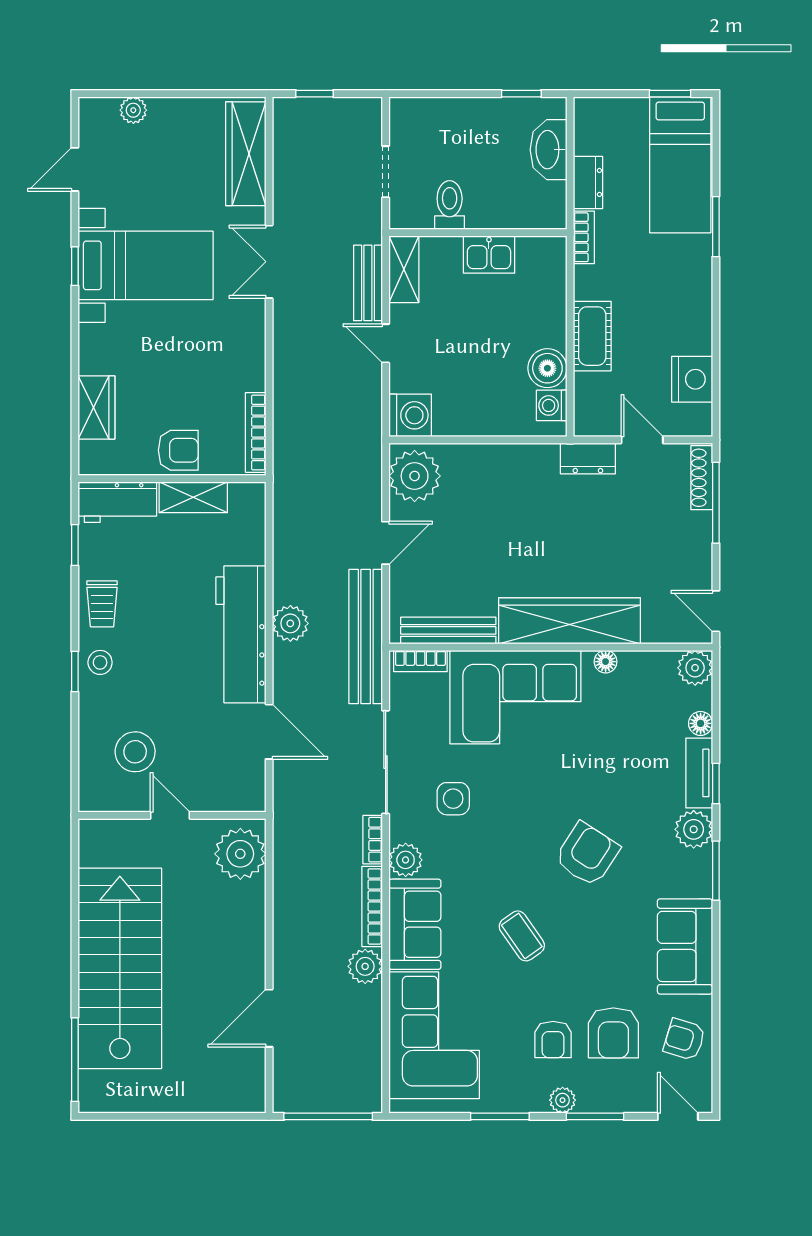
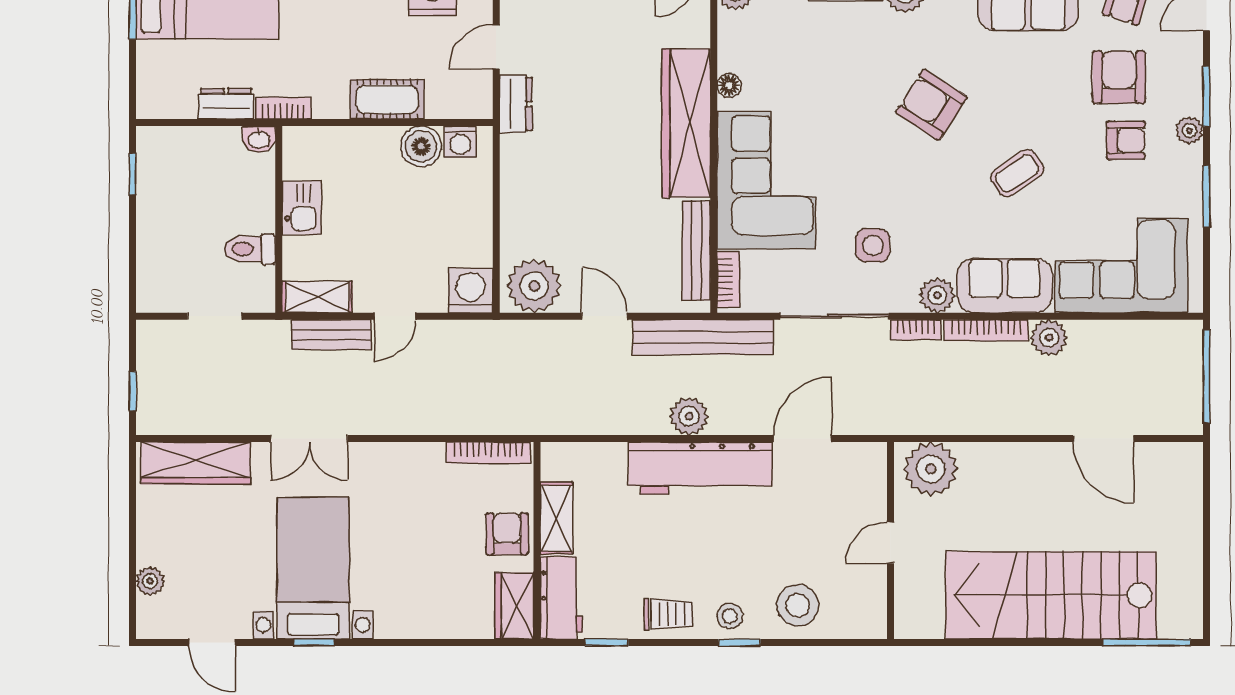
washbasin: (549, 150) -> (259, 139), moved, width x0.52, depth x0.69
wardrobe: (96, 407) -> (514, 606), moved, turned -90
stool: (135, 752) -> (798, 605), moved
armchair: (613, 1033) -> (1119, 77), turned -90

